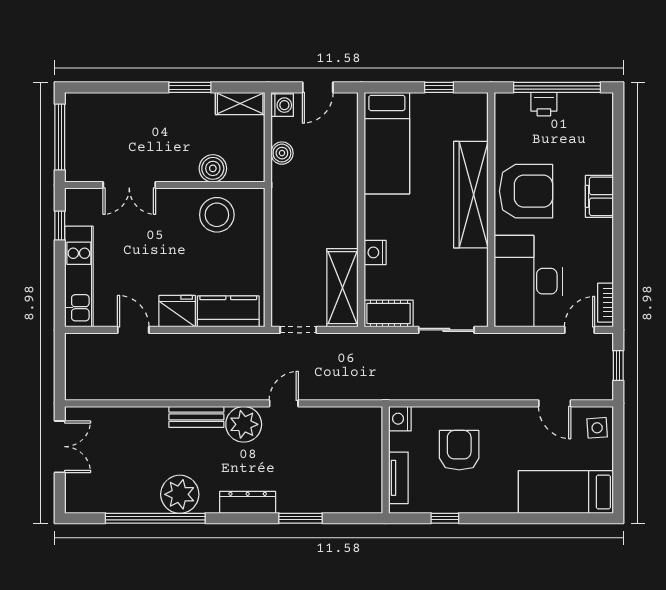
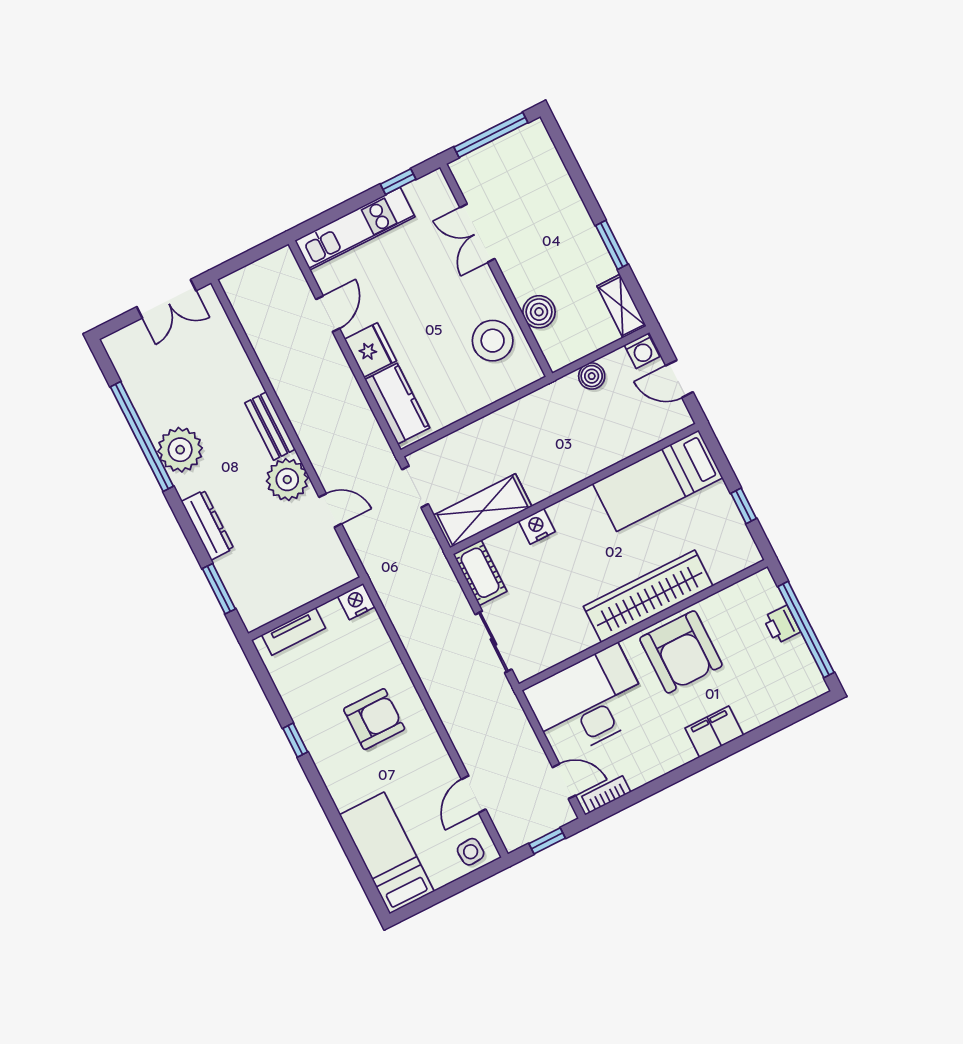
nightstand: (400, 419) -> (356, 602), moved
wall: (386, 460) -> (306, 609), moved
tv unit: (398, 478) -> (294, 631), moved

